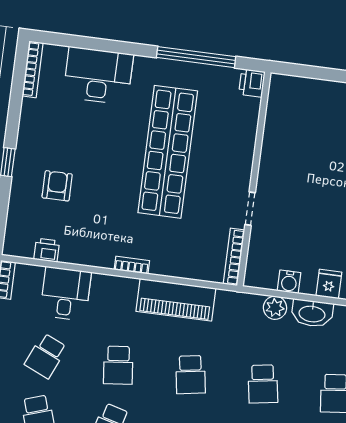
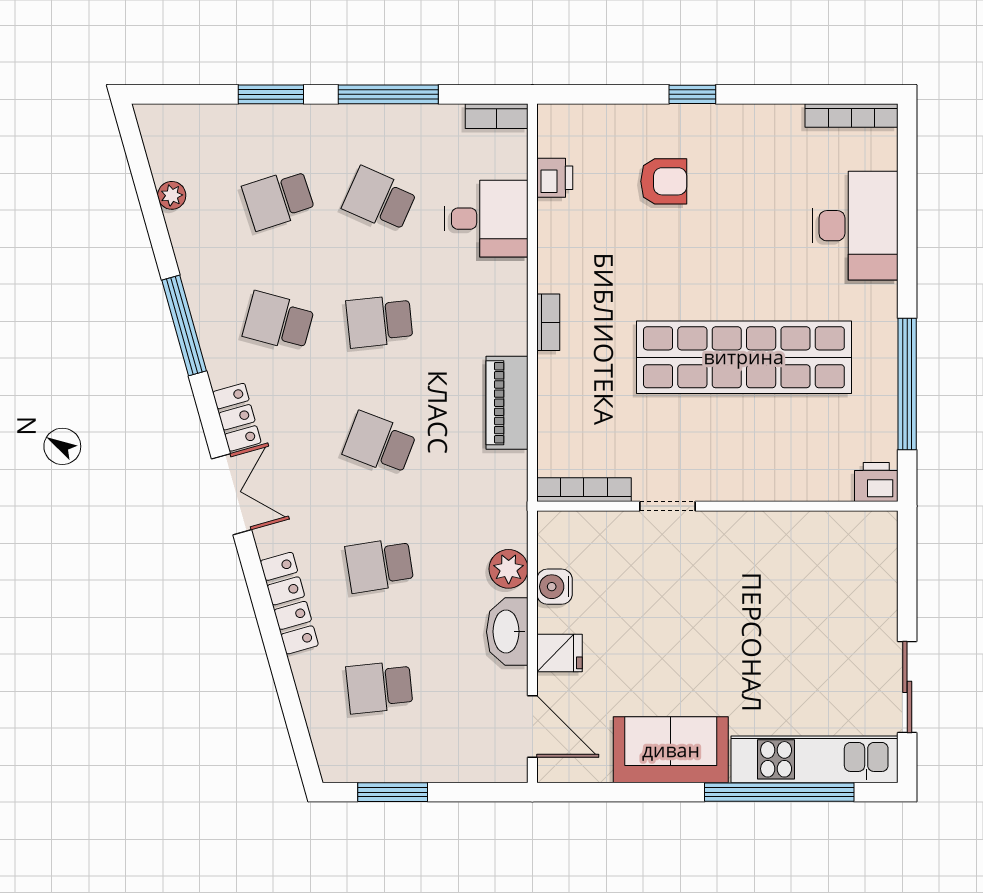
piano: (176, 300) -> (507, 403), width x0.73, depth x0.75
school desk: (191, 375) -> (379, 443), turned 30

